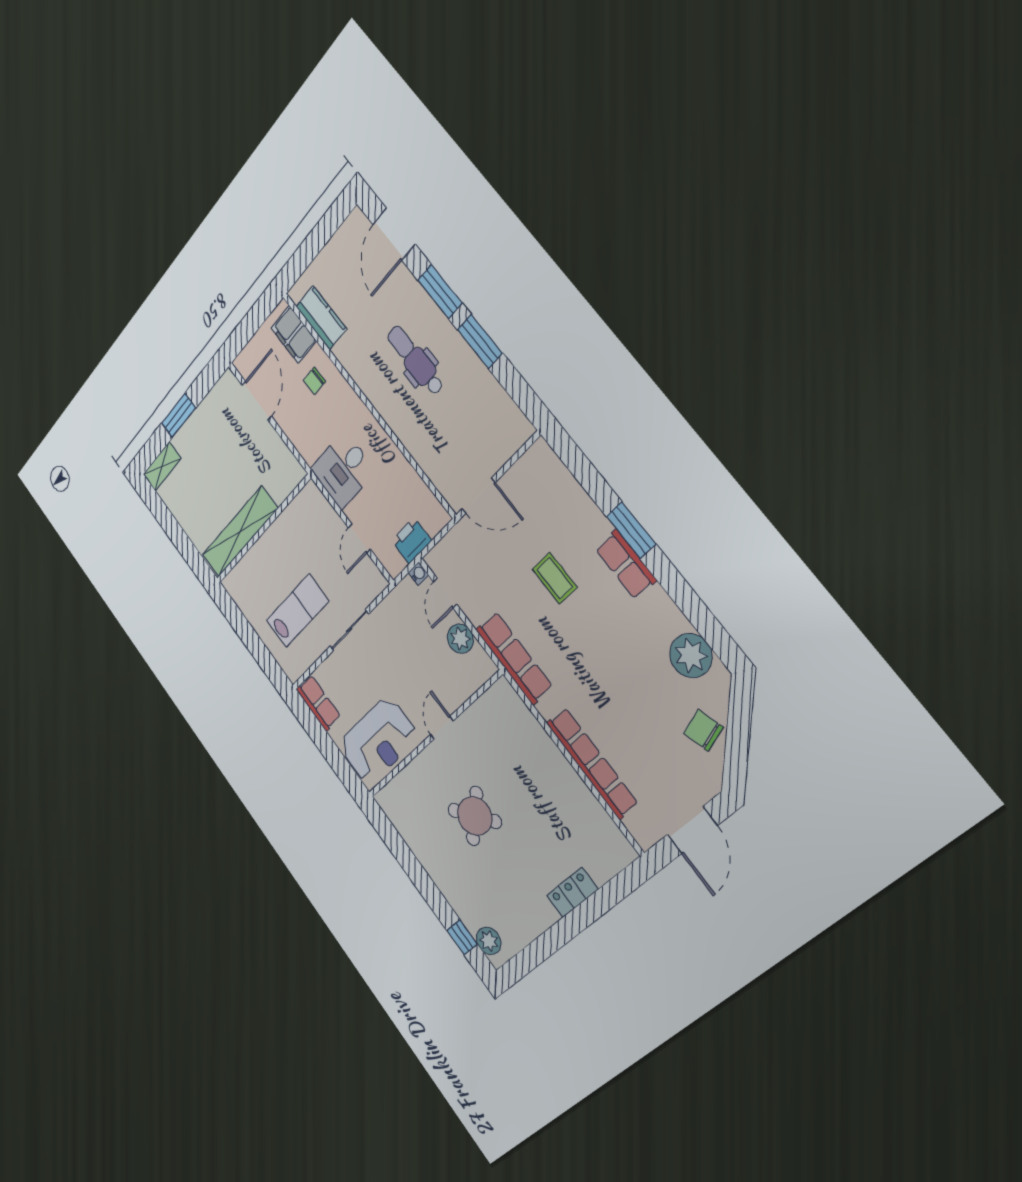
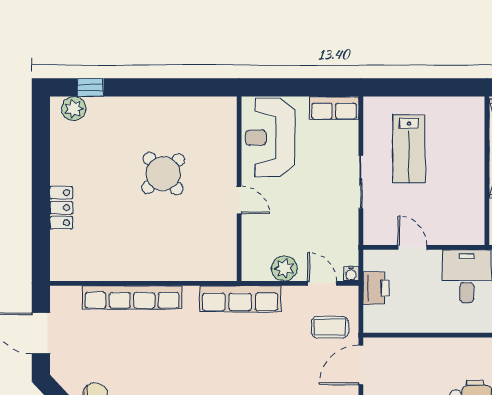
coffee table: (555, 578) -> (330, 327), moved

